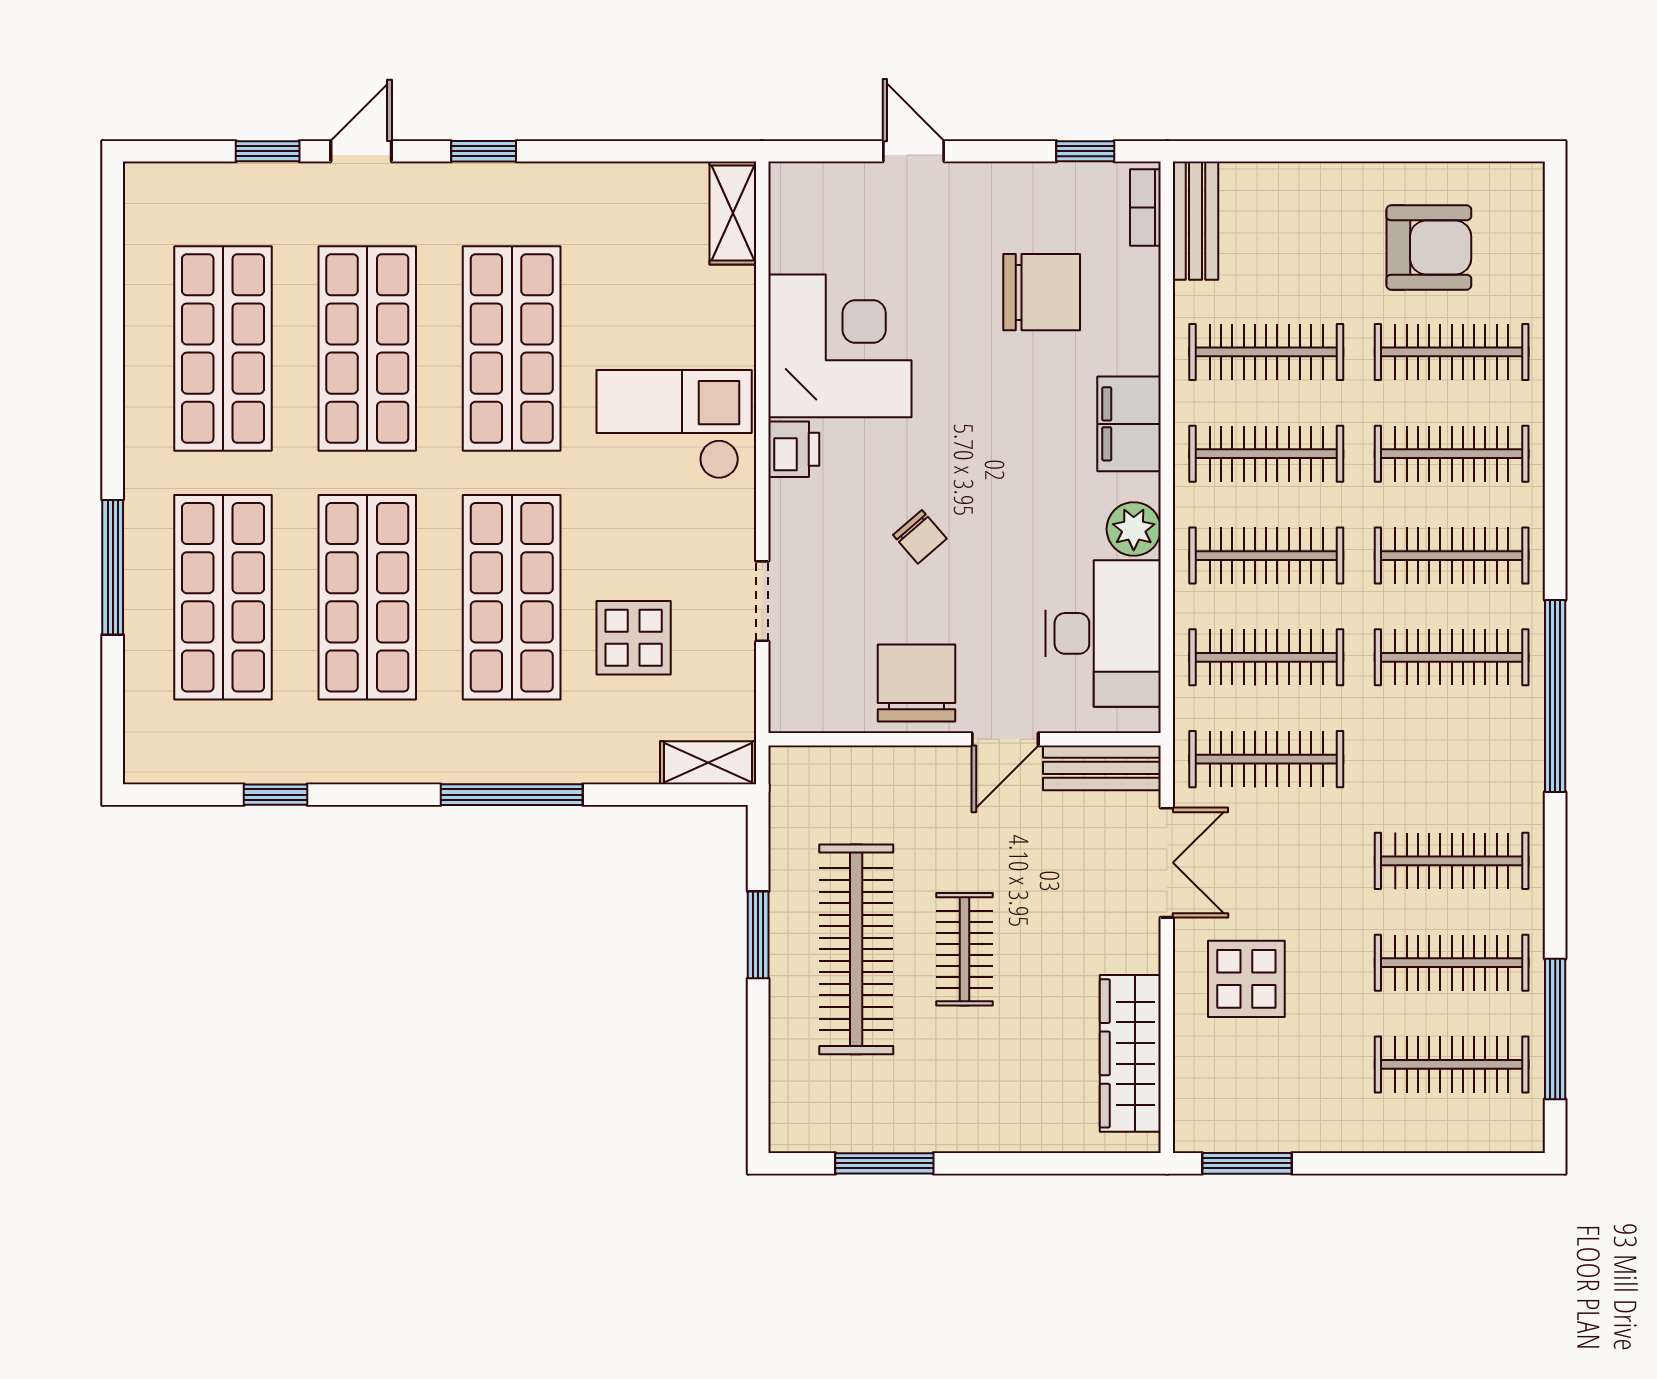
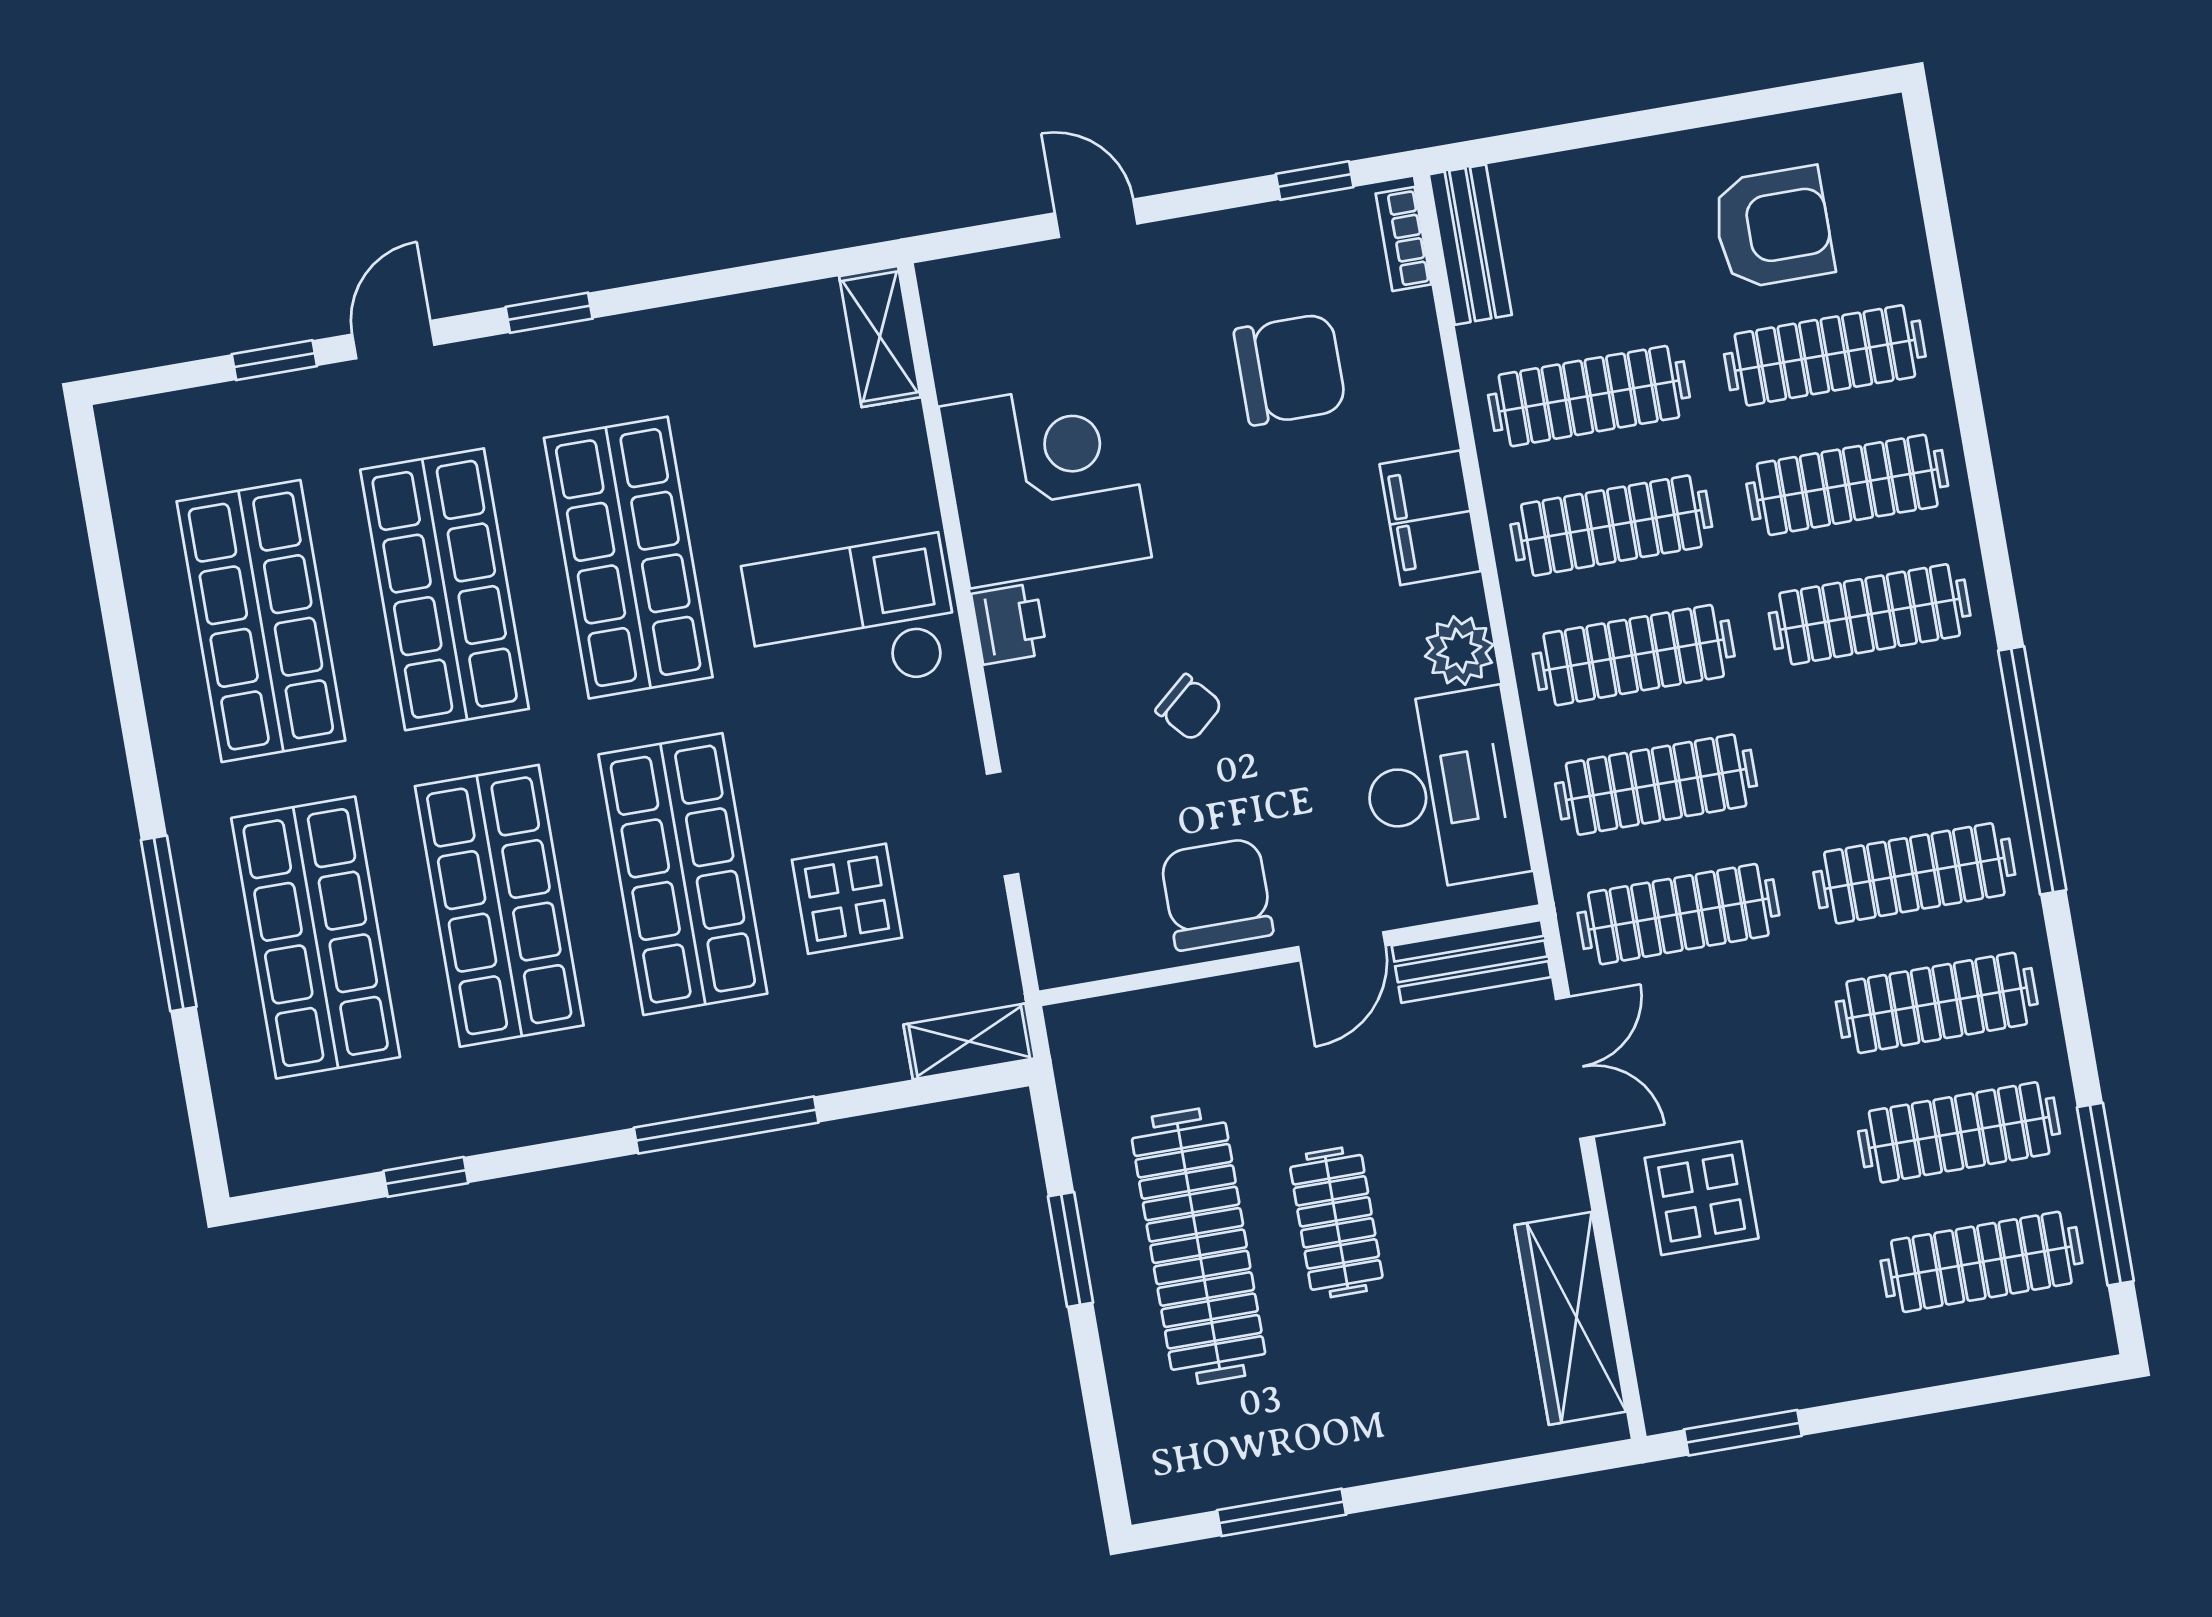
clothes rail: (1452, 657) -> (1914, 873), moved

